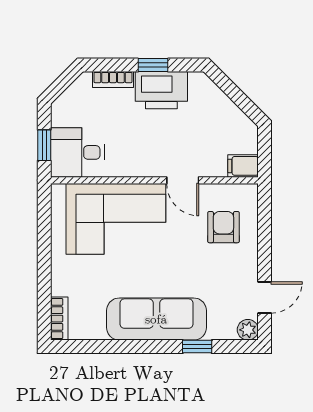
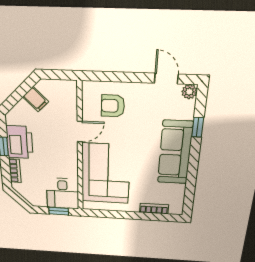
filing cabinet: (243, 166) -> (36, 99), moved, turned -45
bookcase: (59, 319) -> (154, 209), moved

